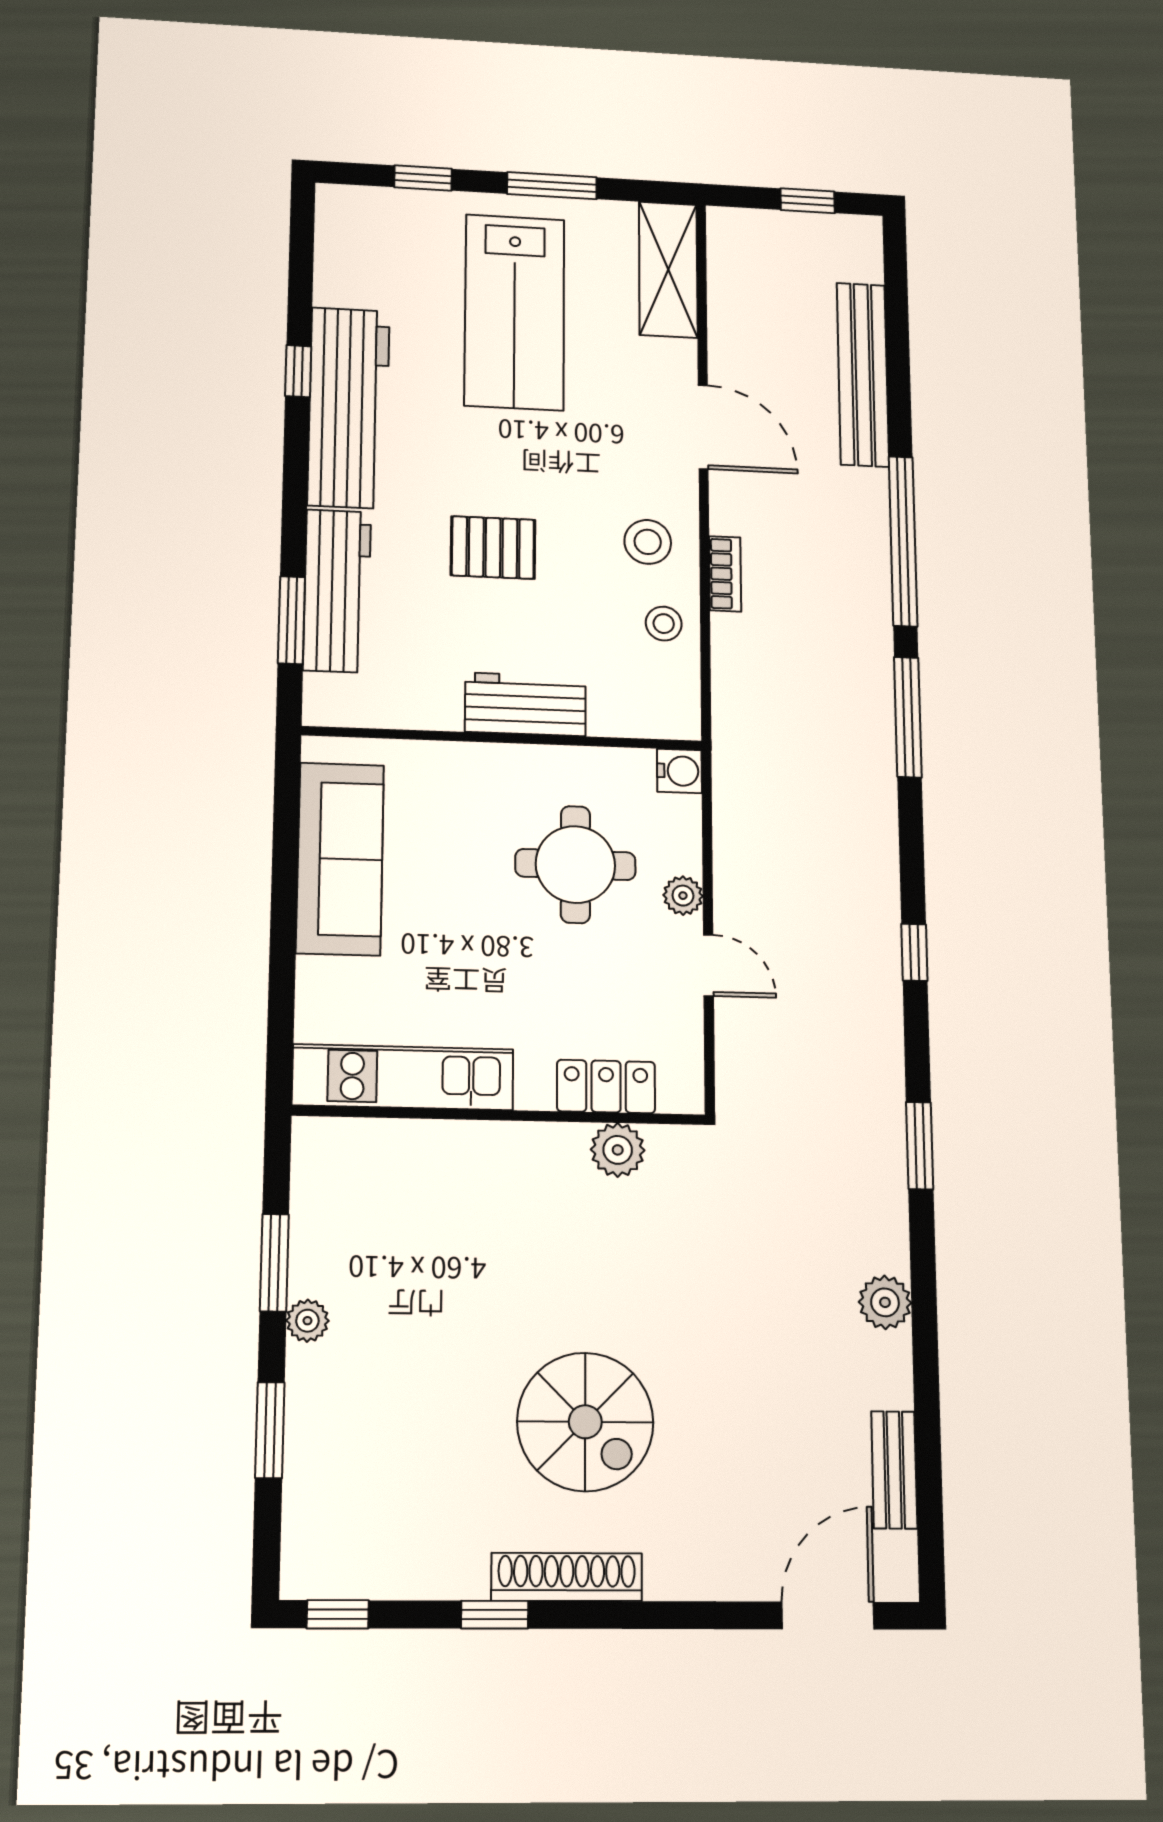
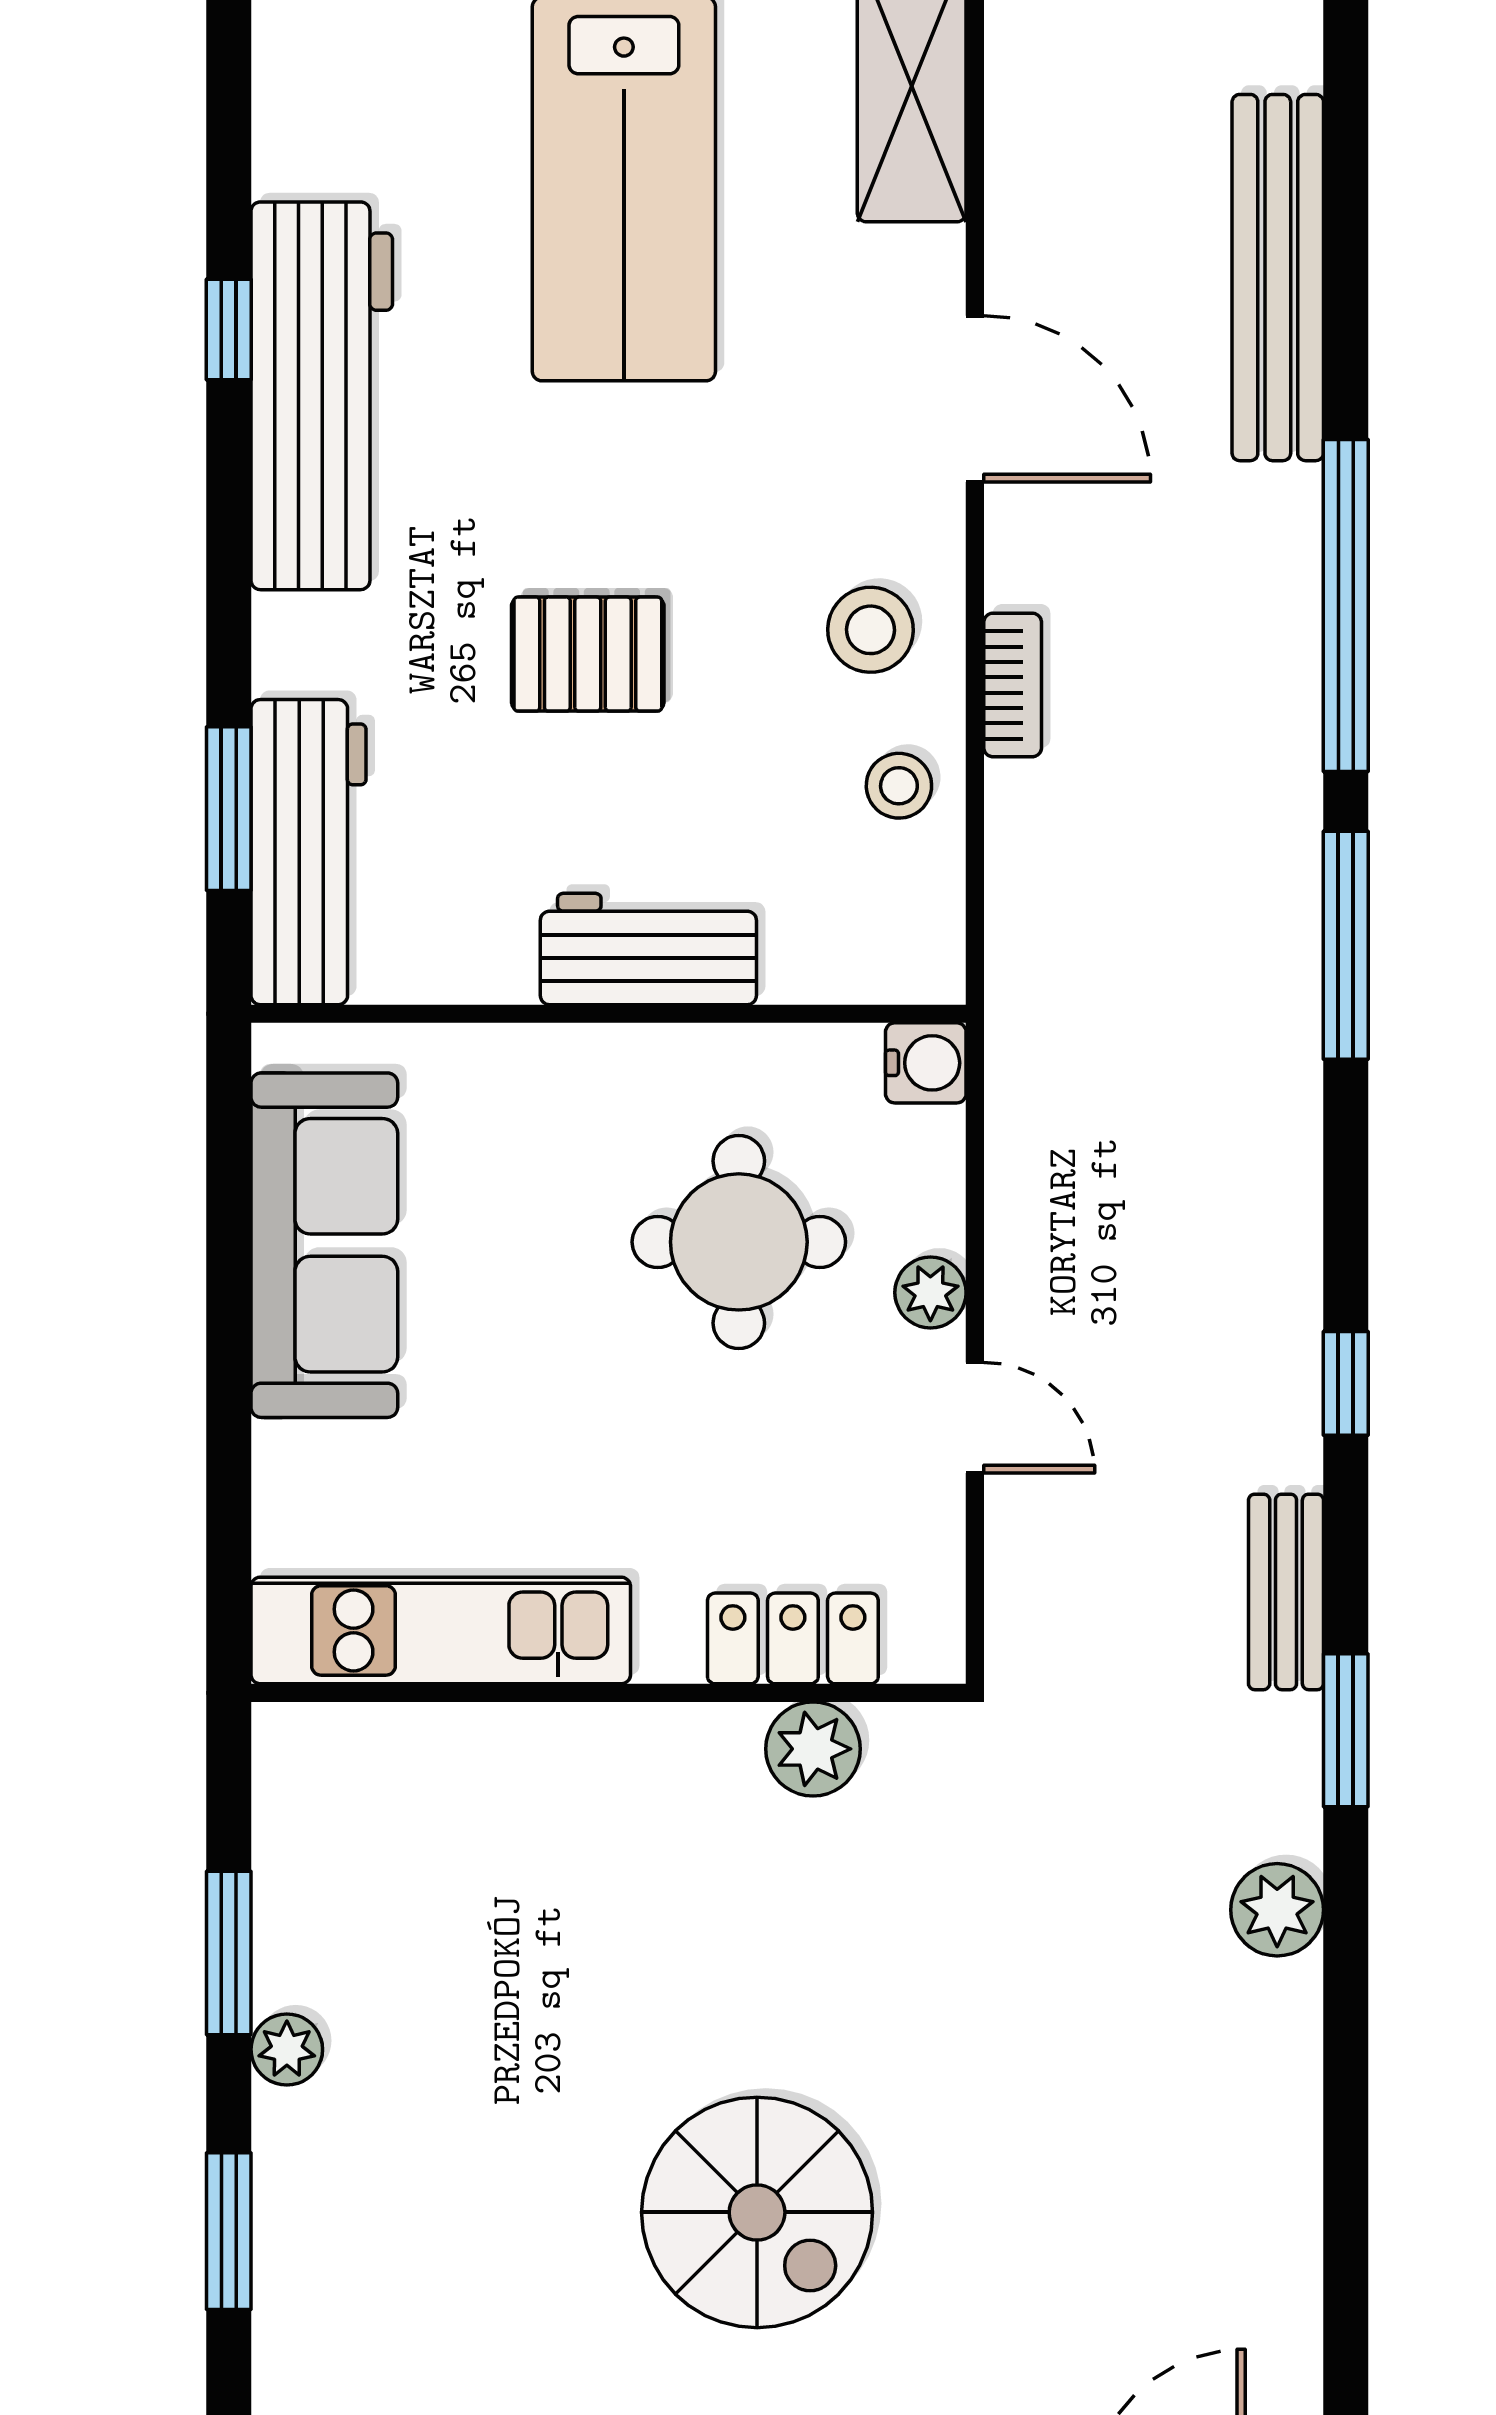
workbench: (337, 591) -> (308, 852), moved
plant: (885, 1302) -> (1277, 1910), moved
bench: (894, 1470) -> (1286, 1592), moved

